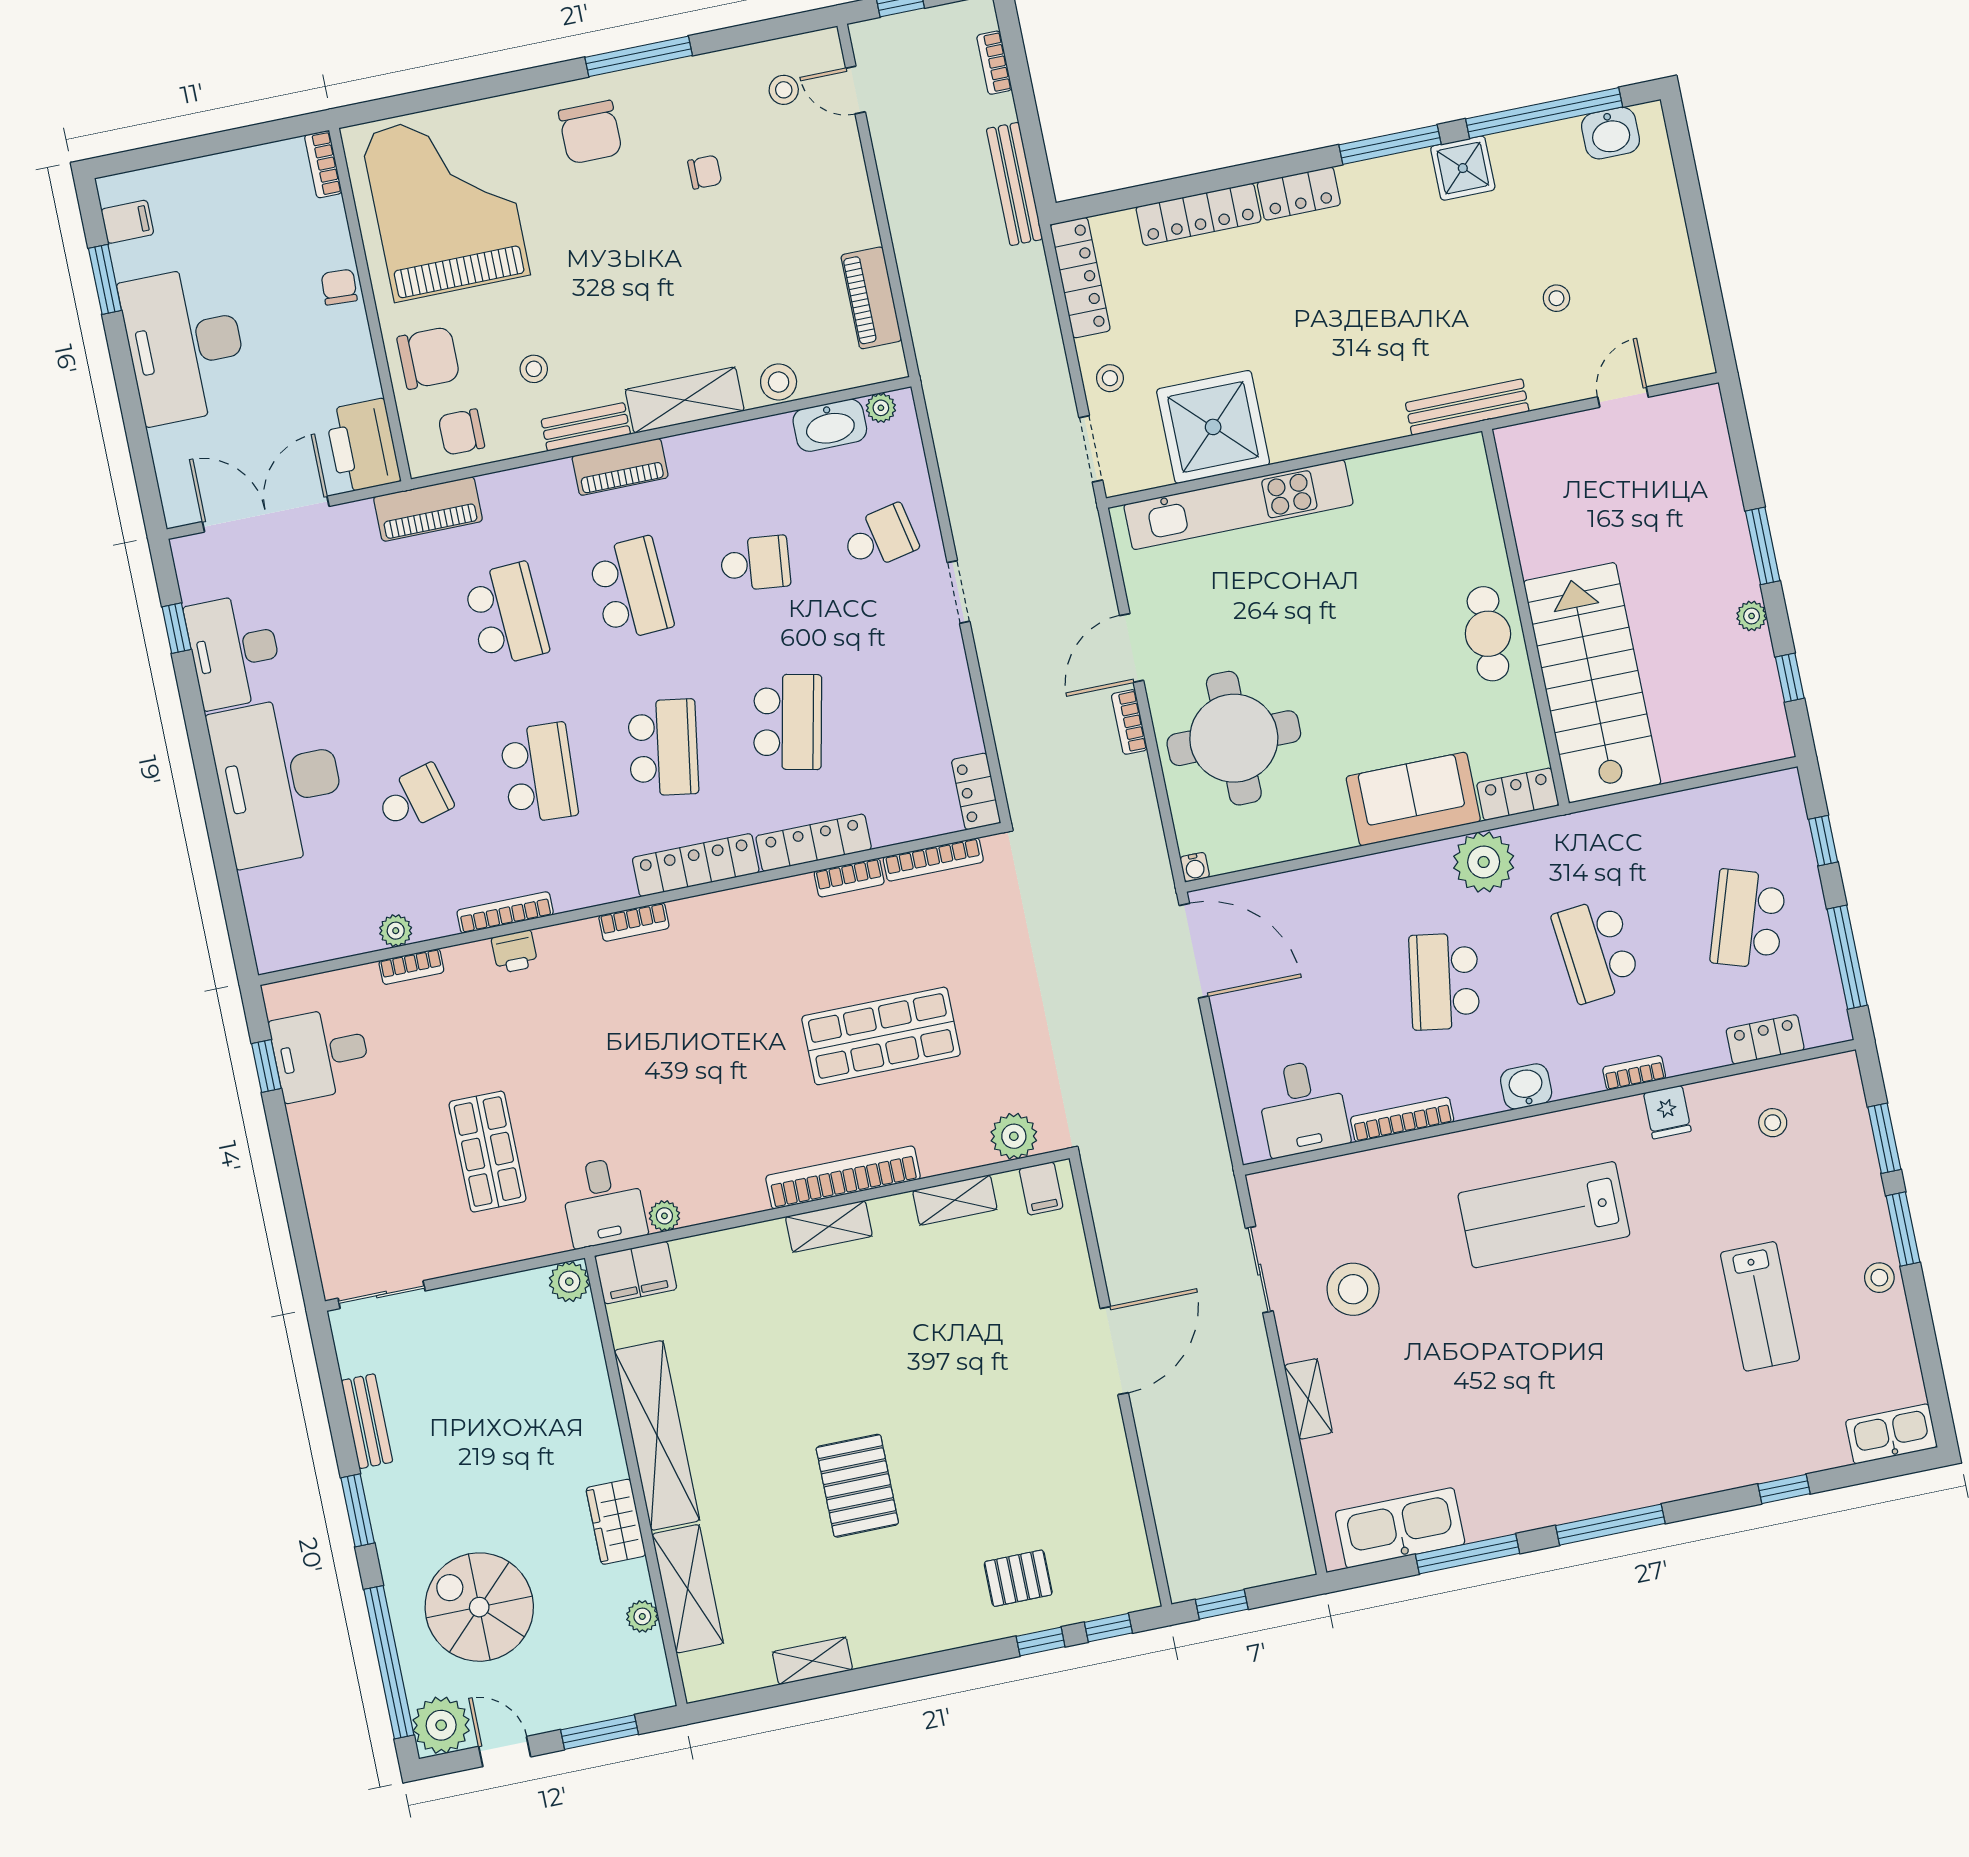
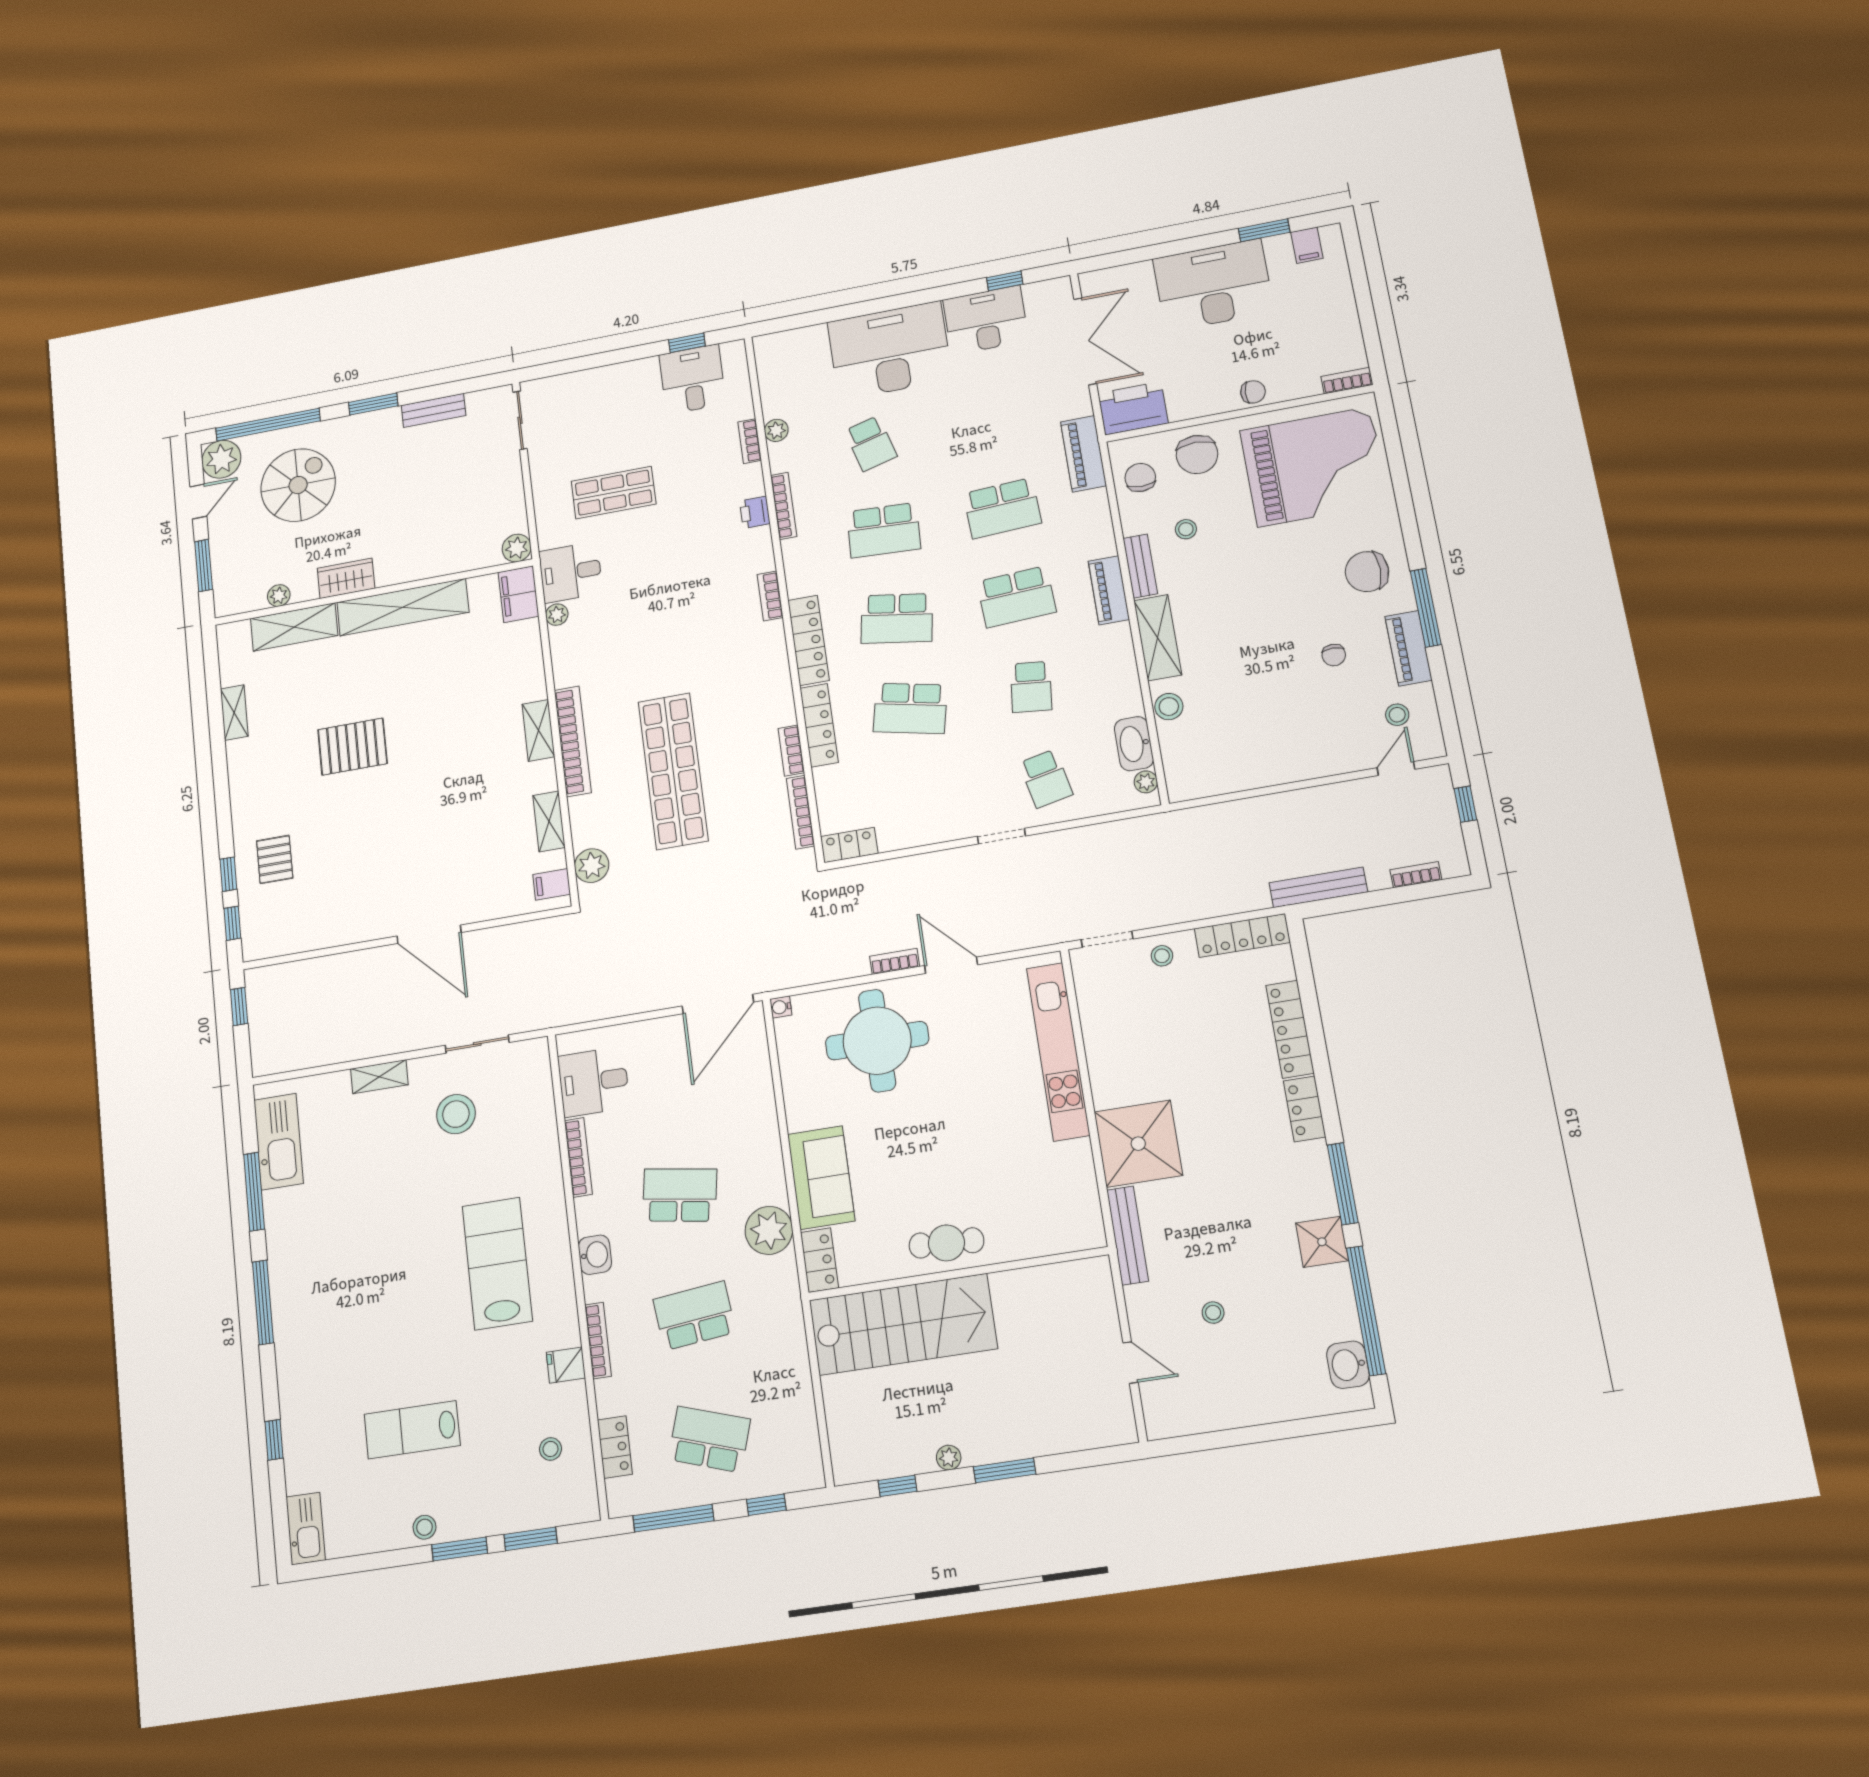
piano: (871, 298) -> (1409, 648), moved, turned -90
shower: (1213, 427) -> (1138, 1144), moved
shop shelf: (881, 1036) -> (673, 771), width x1.40
bookcase: (1634, 1073) -> (598, 1341), width x1.56

